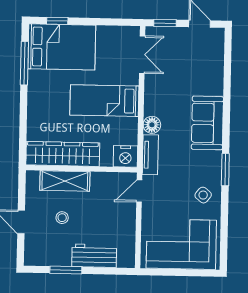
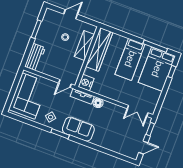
bed: (104, 101) -> (130, 59), moved, turned 180
sofa: (207, 123) -> (78, 129), moved
door: (139, 191) -> (65, 84), swing flipped
workbench: (94, 256) -> (35, 57), moved

